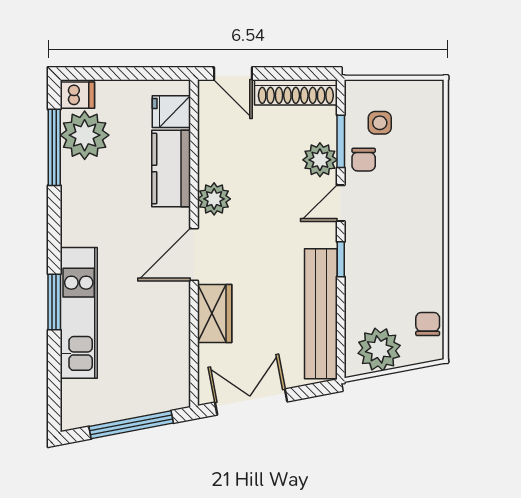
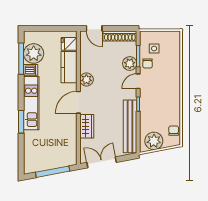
dishwasher: (77, 95) -> (31, 70), moved
kitchen unit: (79, 313) -> (31, 103), moved

